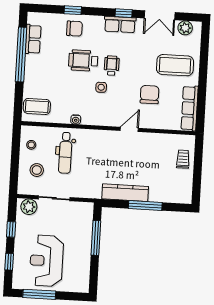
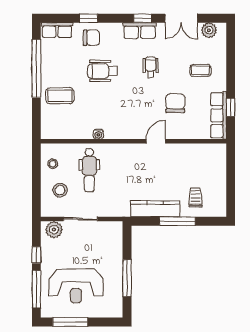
row of seats: (33, 39) -> (57, 30), moved, turned 90
coffee table: (175, 65) -> (200, 70), width x0.54, depth x0.58
wheelchair: (112, 66) -> (151, 67), moved
side table: (101, 87) -> (123, 98), removed
window: (201, 101) -> (231, 107), added
coffee table: (37, 106) -> (60, 96), moved
trolley: (183, 159) -> (195, 197), moved
window: (96, 238) -> (127, 278), moved
reception desk: (46, 261) -> (76, 286), turned -90
window: (9, 262) -> (36, 289), width x2.17

